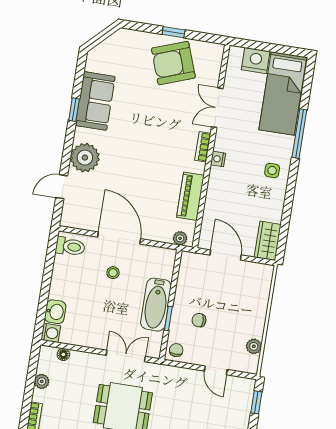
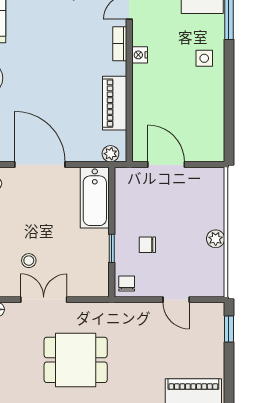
wardrobe: (268, 241) -> (212, 140), removed
stool: (113, 273) -> (29, 261), moved
bathtub: (156, 305) -> (95, 198), moved
plant: (254, 346) -> (216, 239), moved
double door: (126, 356) -> (44, 300), moved

